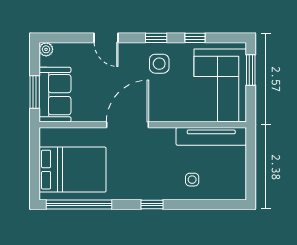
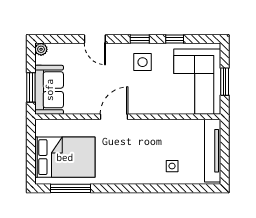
window: (251, 70) -> (225, 82), moved
door: (128, 125) -> (114, 117), width x0.73
tv unit: (211, 136) -> (213, 151), moved, turned 90
window: (79, 204) -> (71, 188), width x0.68
window: (152, 204) -> (136, 188), removed

